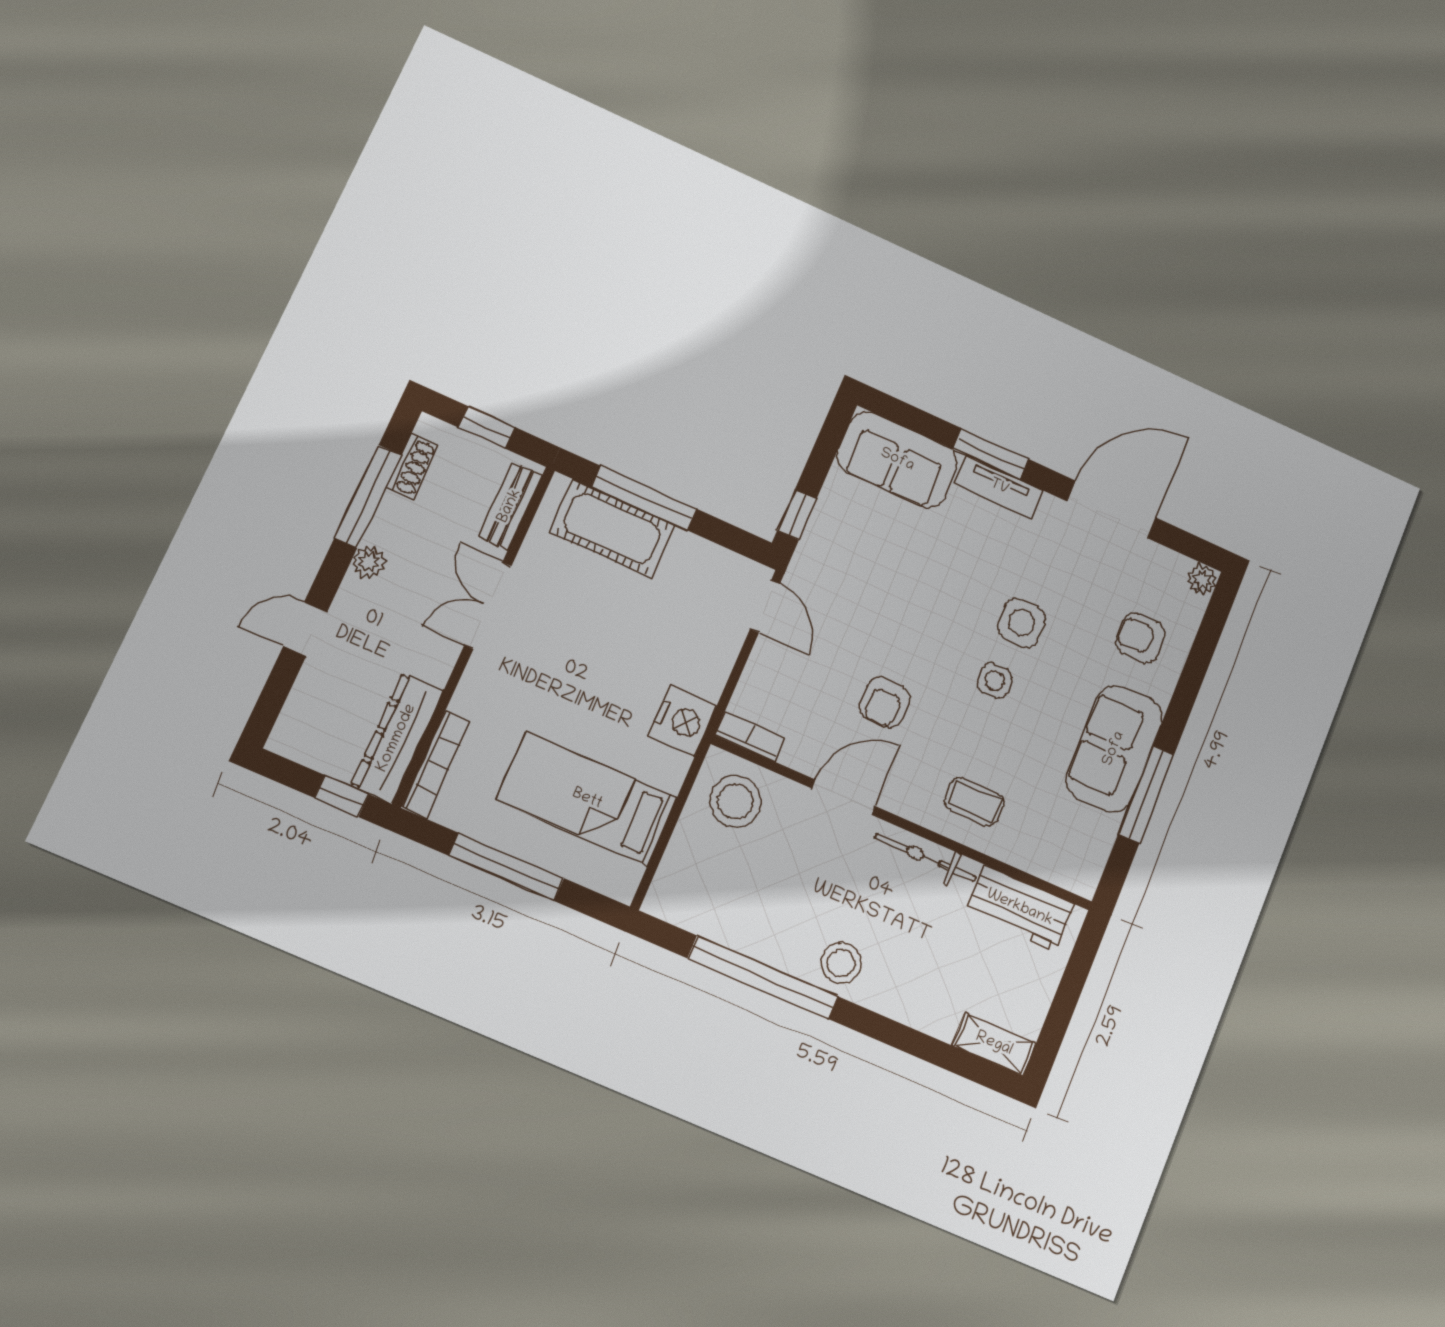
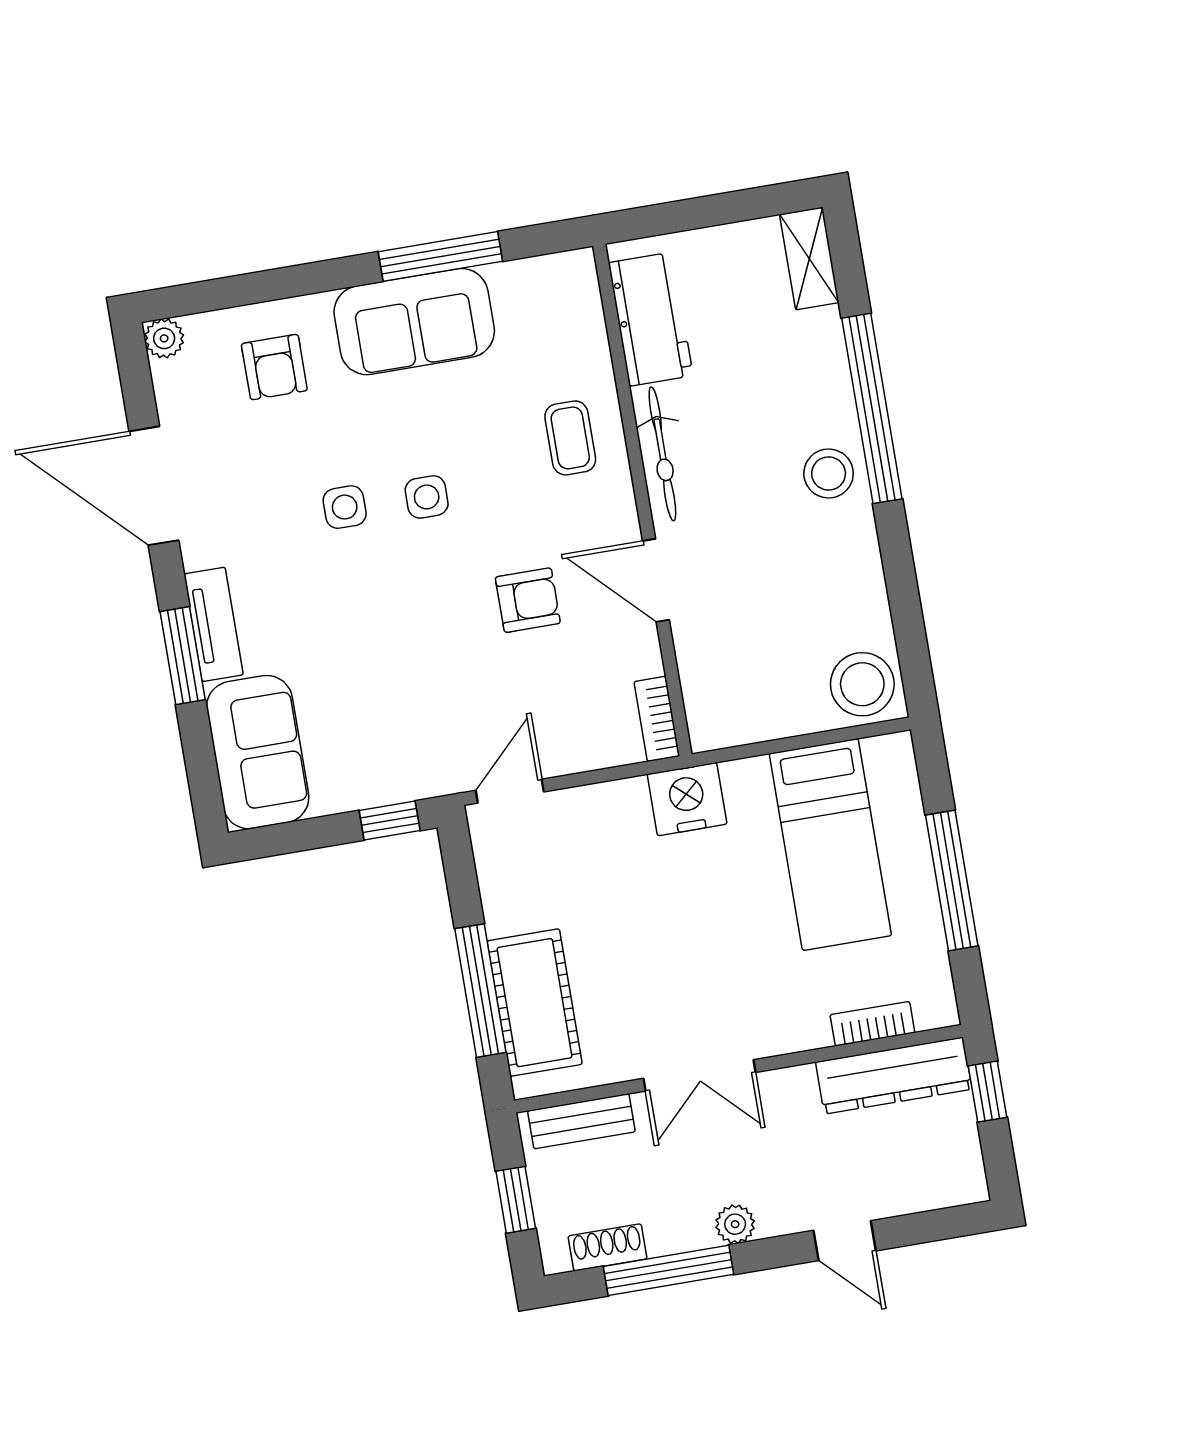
side table: (1022, 623) -> (345, 507), width x0.73, depth x0.73
bookcase: (436, 764) -> (872, 1024), width x0.64
stool: (736, 801) -> (862, 684), moved
window: (763, 977) -> (872, 408), moved

